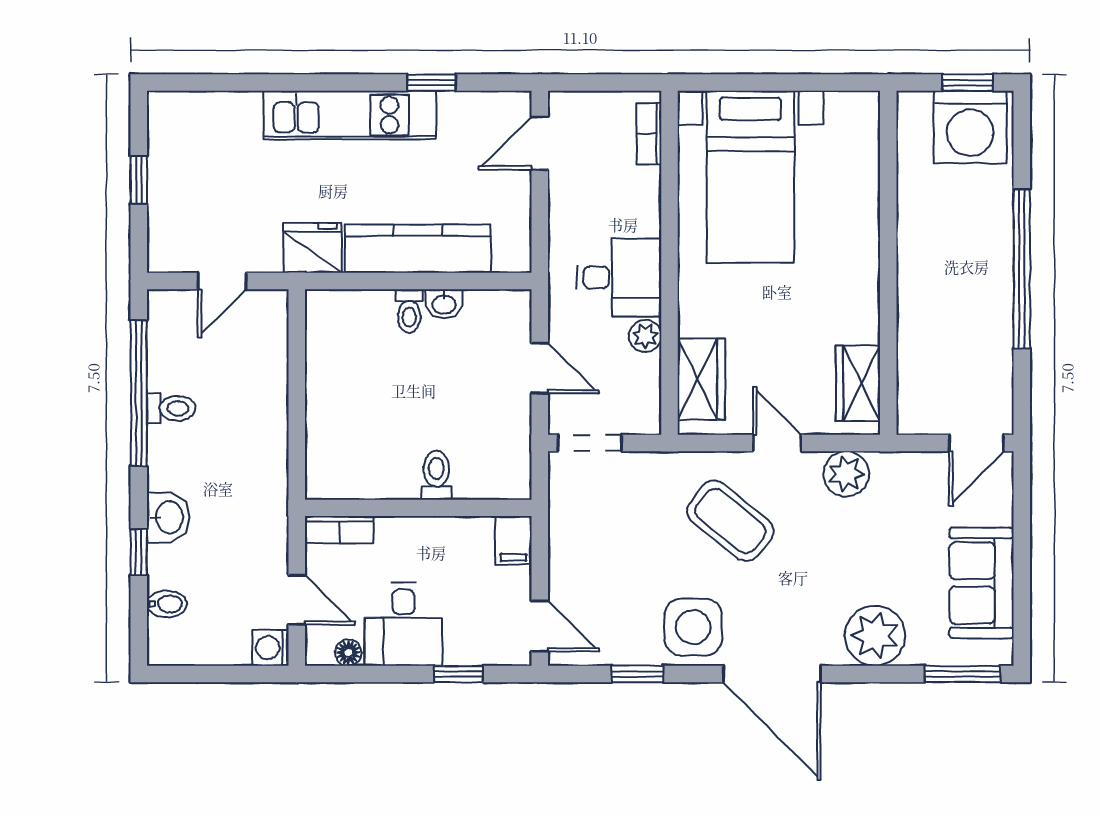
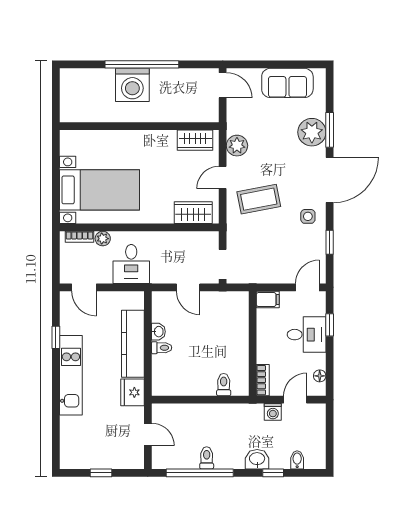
window: (968, 83) -> (56, 89), removed
washing machine: (970, 127) -> (132, 85), moved, turned 90
desk: (619, 277) -> (131, 264), moved, turned 180
plant: (645, 336) -> (103, 239), moved
door: (540, 368) -> (188, 287), swing flipped
toilet: (436, 475) -> (224, 385), moved, turned 90
coffee table: (730, 521) -> (259, 199), turned 40
desk: (403, 624) -> (307, 335), moved
side table: (693, 627) -> (308, 216), width x0.54, depth x0.54
washing machine: (271, 648) -> (273, 412), moved
window: (962, 674) -> (330, 130), moved

